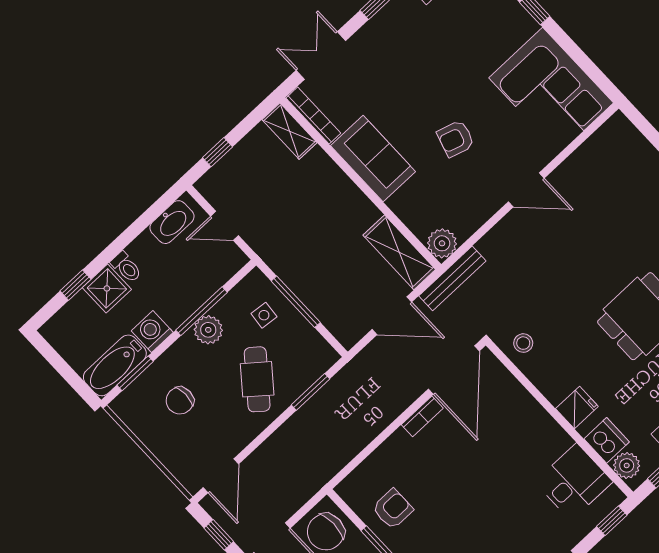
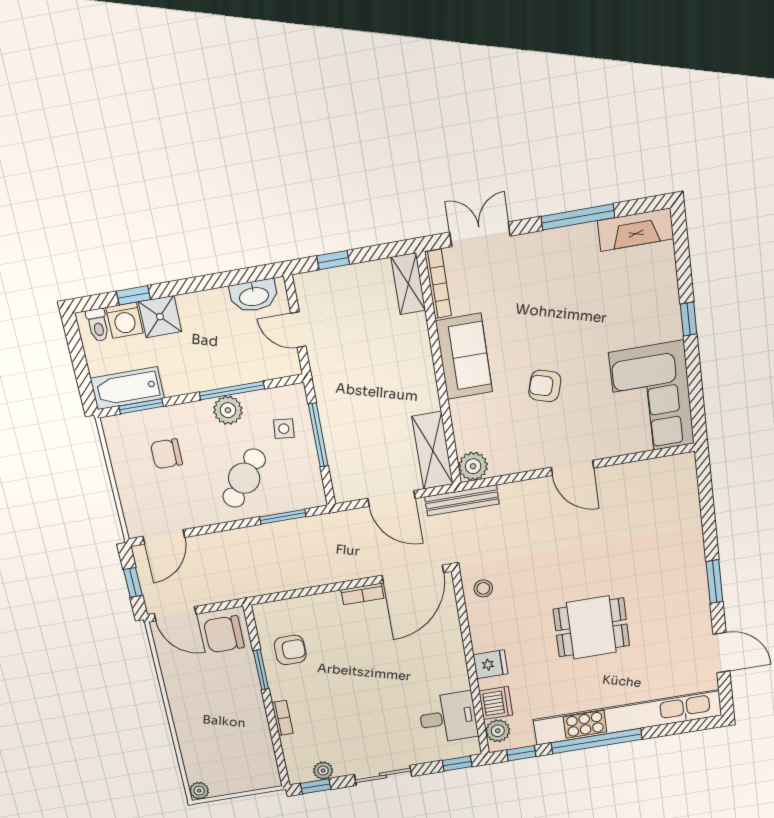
toilet: (126, 267) -> (98, 325), moved
washing machine: (152, 332) -> (124, 320), moved, turned 180

